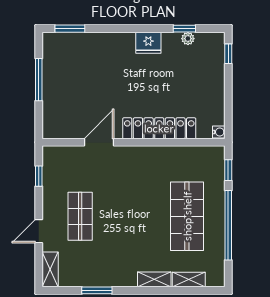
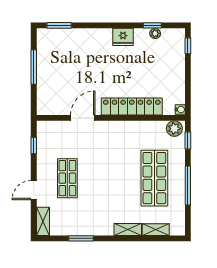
plant: (212, 155) -> (174, 129), added
window: (228, 225) -> (188, 185), width x0.68

